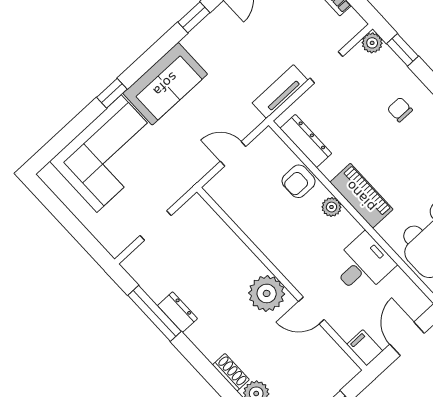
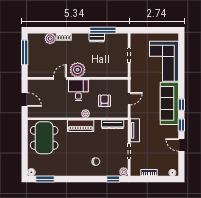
sofa: (165, 84) -> (169, 103), width x1.36
window: (112, 93) -> (181, 105), moved
armchair: (299, 181) -> (104, 101), moved
desk: (363, 265) -> (78, 90), moved, turned 180
filing cabinet: (365, 348) -> (34, 84), removed

